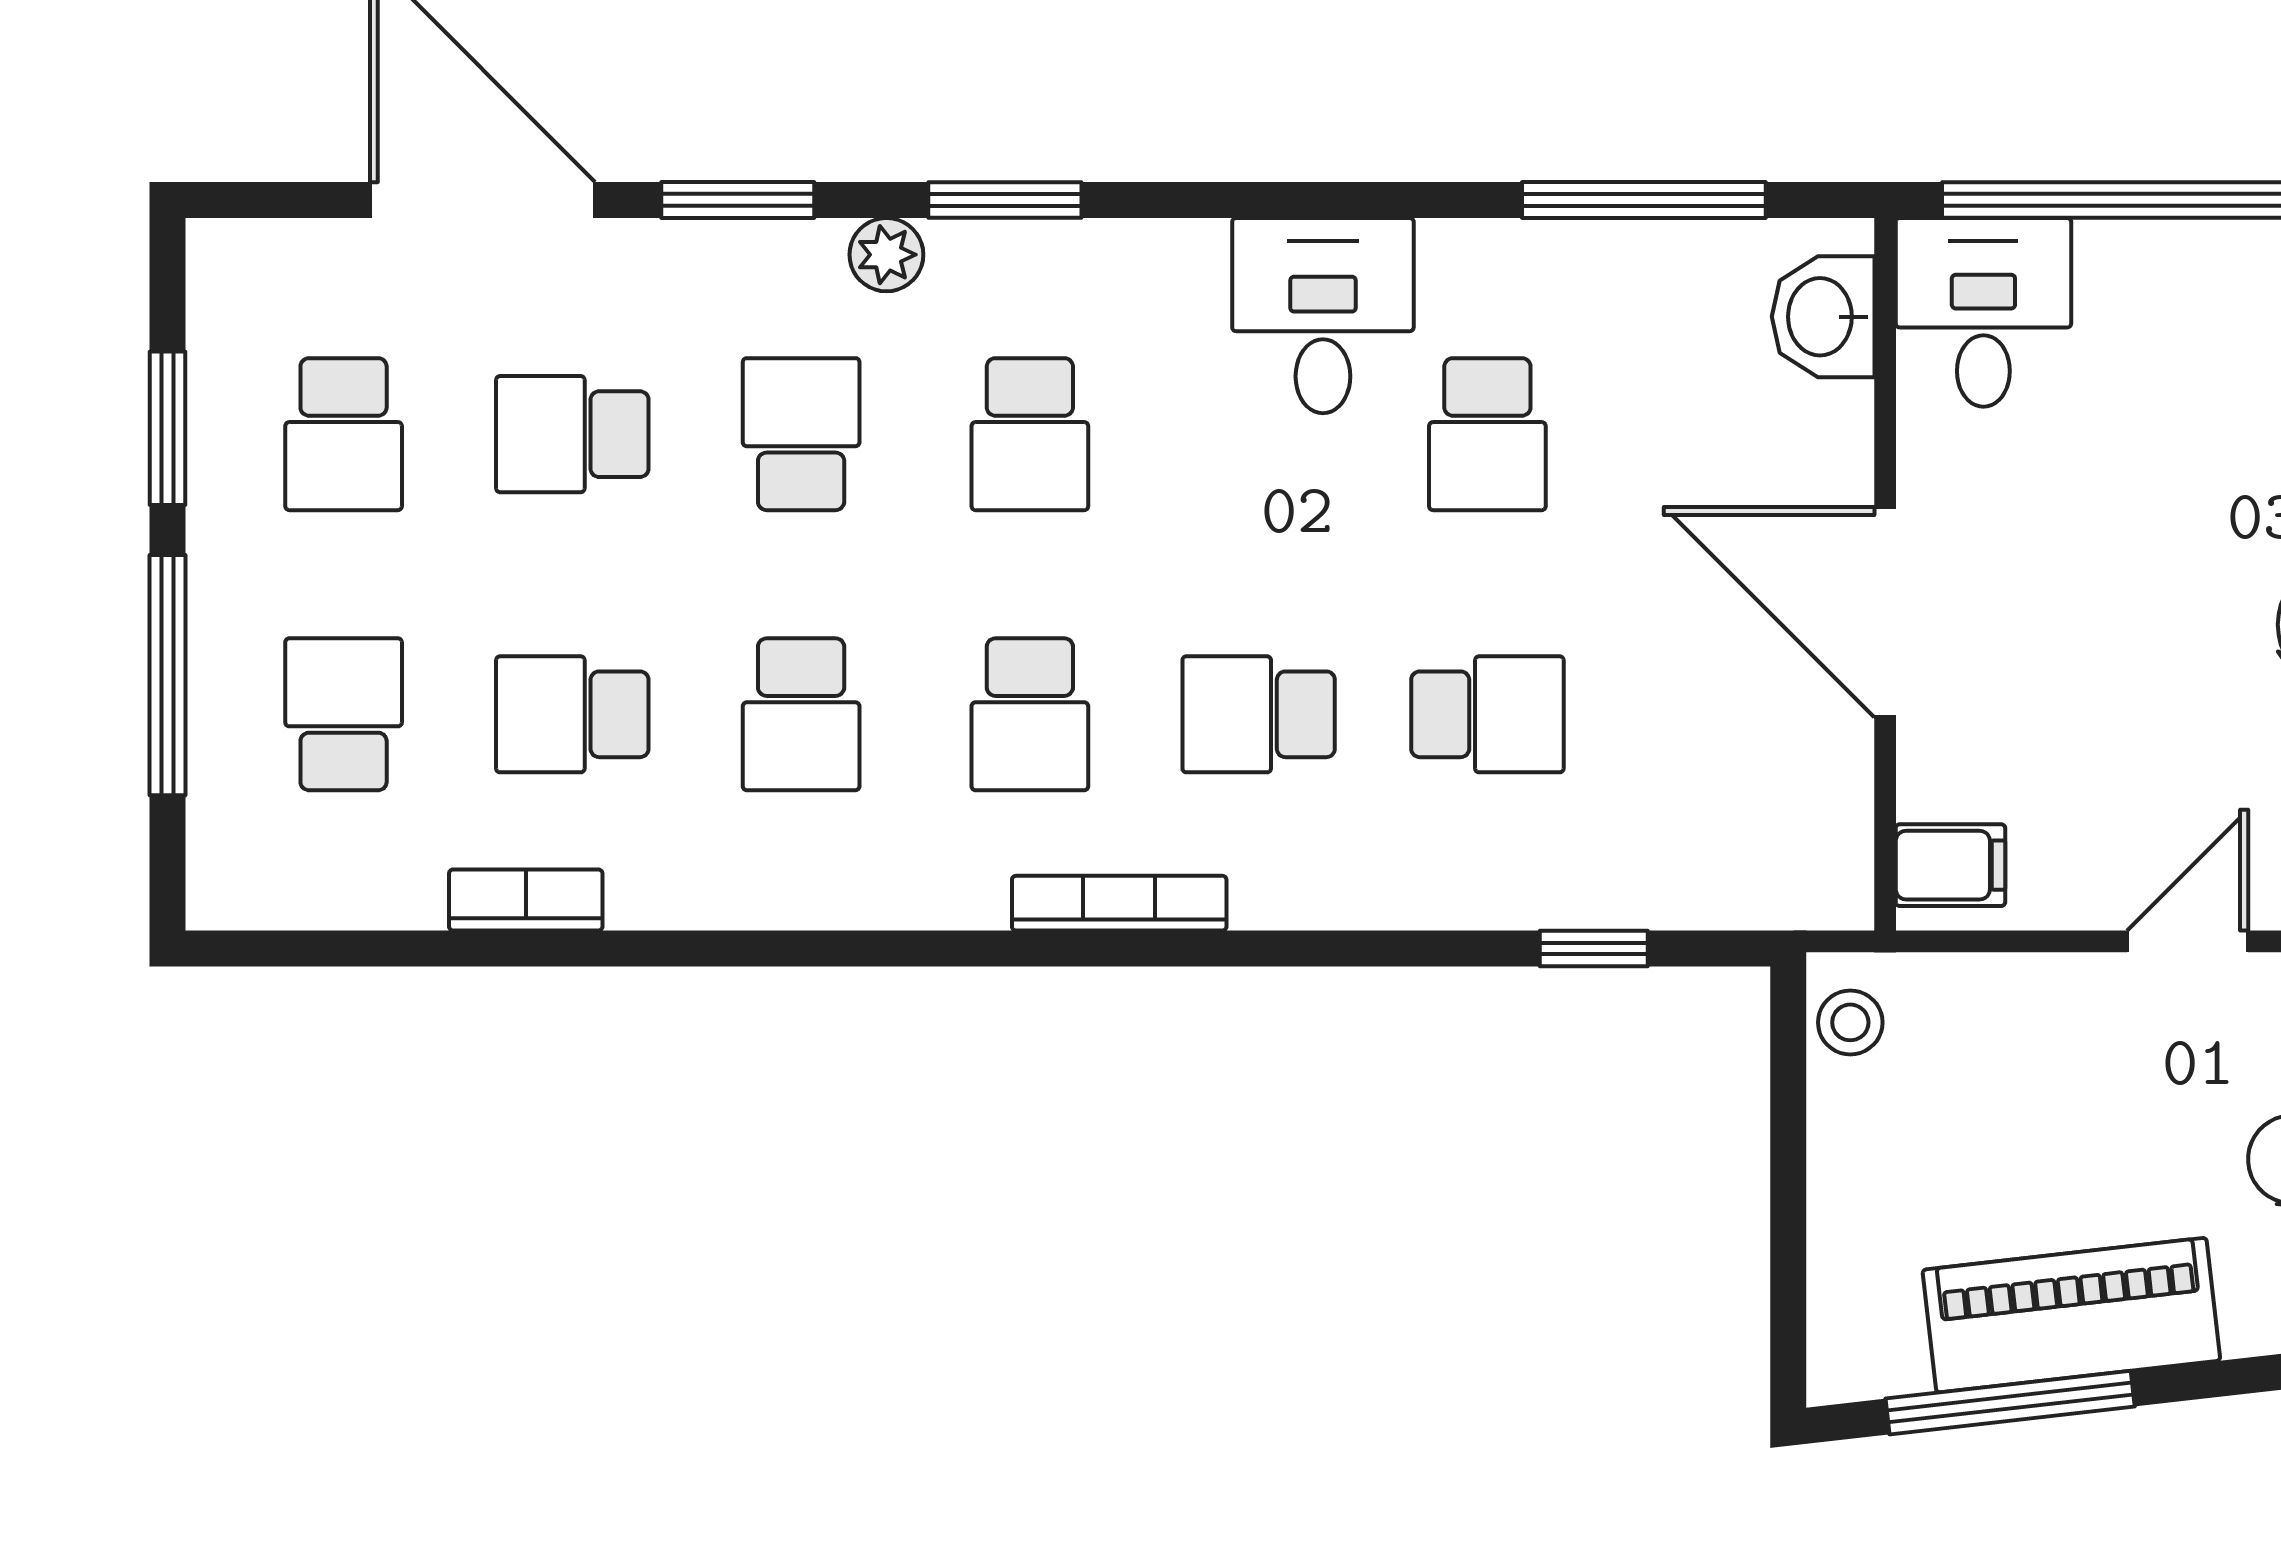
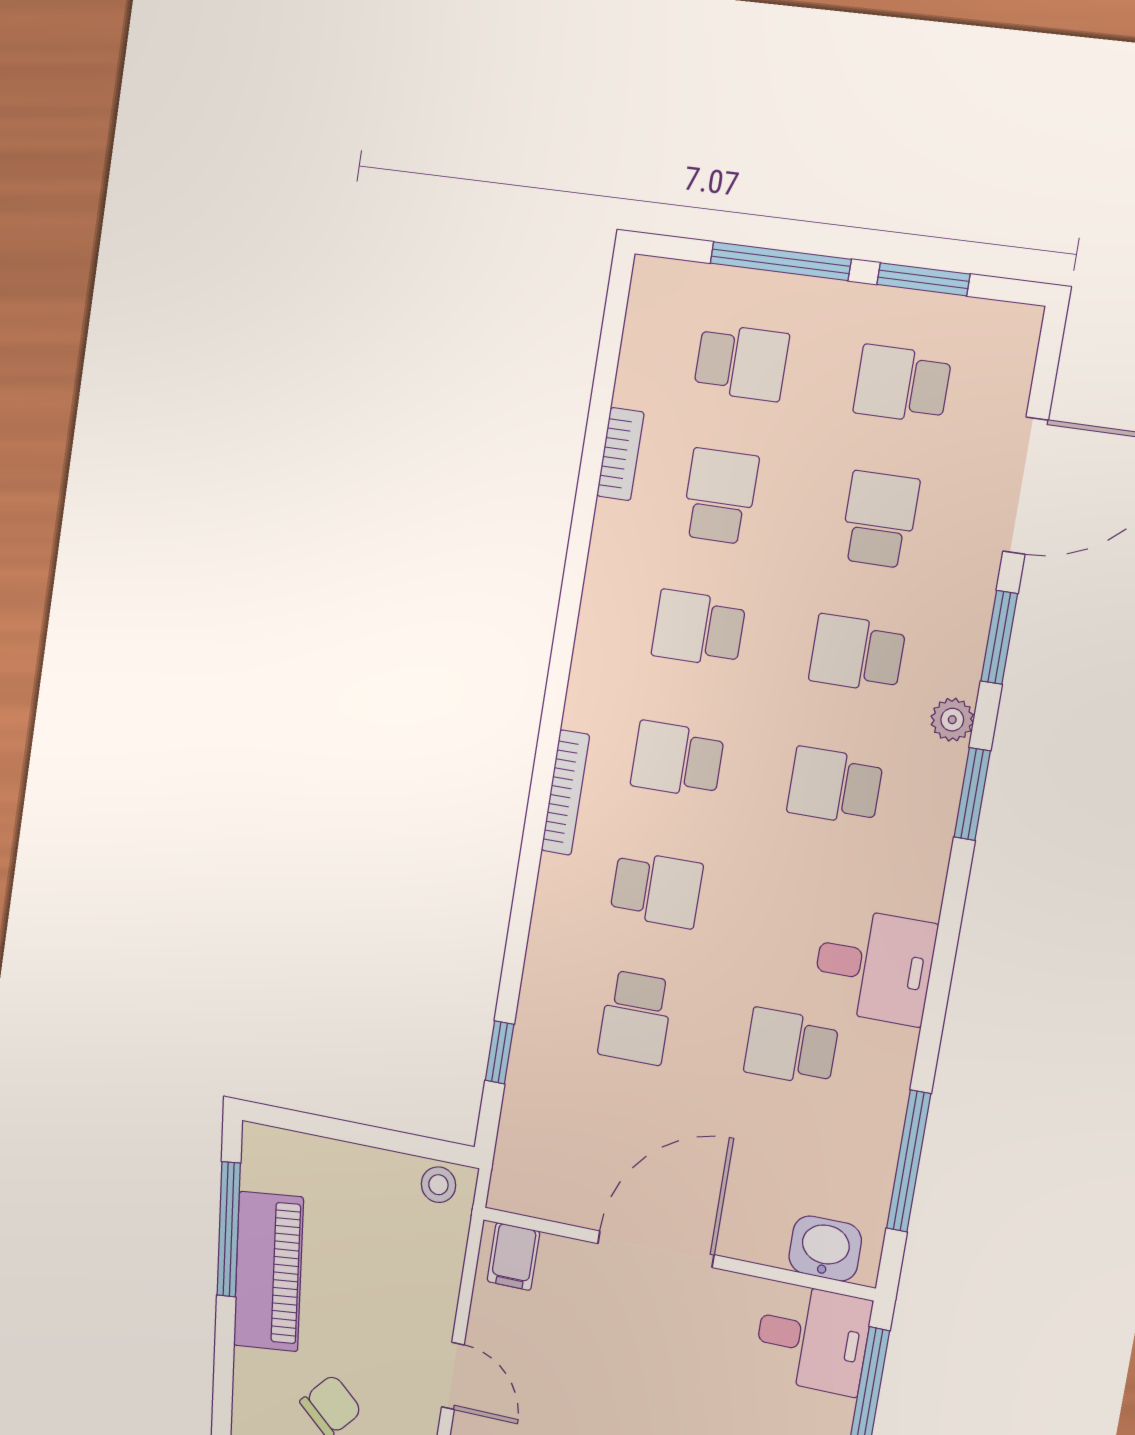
school desk: (801, 434) -> (857, 653), turned 180
school desk: (1259, 714) -> (656, 889), turned 90

